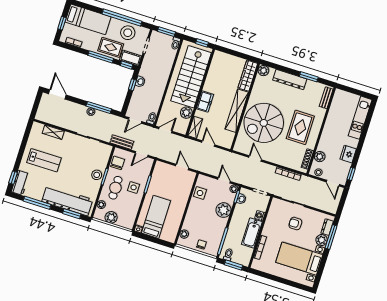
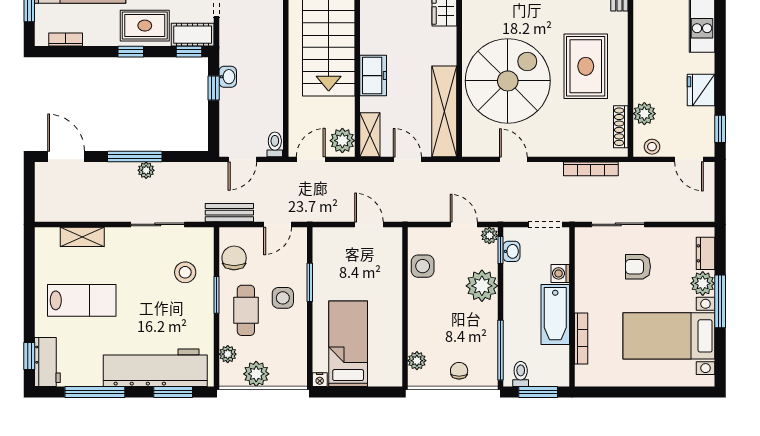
window: (101, 57) -> (131, 52), width x0.46
window: (99, 107) -> (135, 157), moved
shelving: (237, 111) -> (444, 111), moved
plant: (186, 113) -> (342, 141), moved
spiral stairs: (264, 123) -> (508, 81), turned 180
stool: (97, 175) -> (185, 272), moved
window: (331, 237) -> (720, 301), moved

